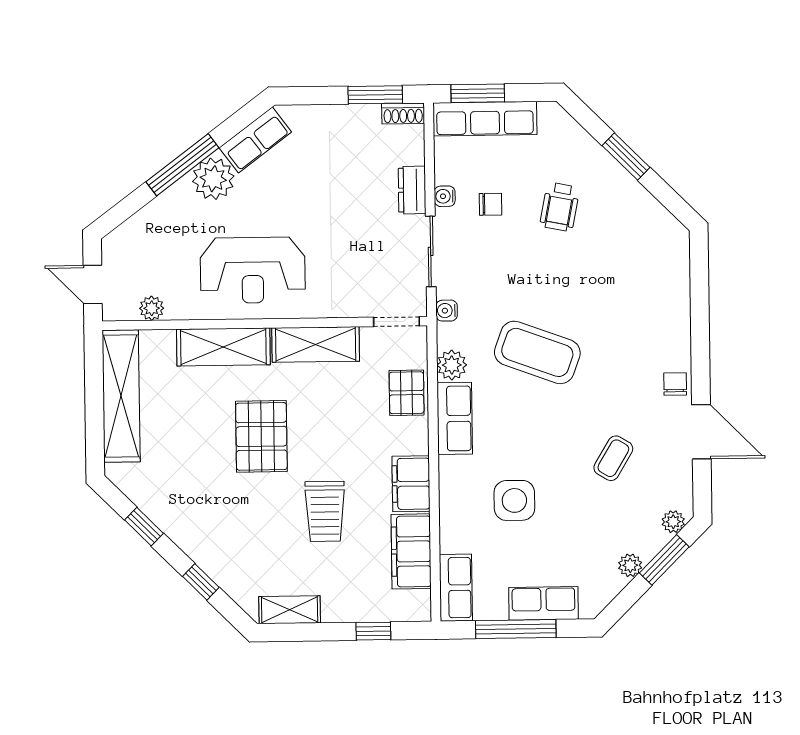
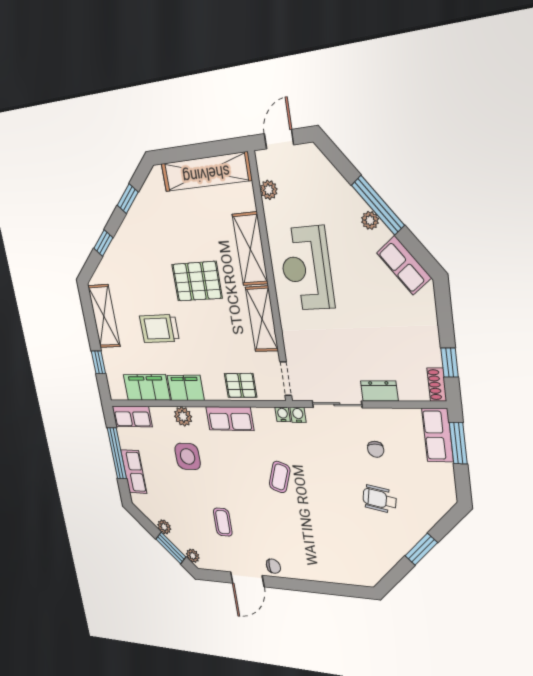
window: (375, 95) -> (450, 363), width x0.67
row of seats: (485, 119) -> (437, 435), width x0.68
plant: (213, 179) -> (370, 220), width x0.53, depth x0.53
water cooler: (445, 196) -> (283, 414), moved
coffee table: (537, 352) -> (280, 477), width x0.54, depth x0.58
plant: (452, 365) -> (183, 416), moved
coffee table: (613, 458) -> (223, 522), turned 59
shelving: (290, 610) -> (104, 316), width x1.50, depth x1.33

